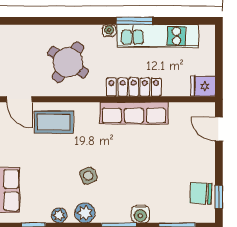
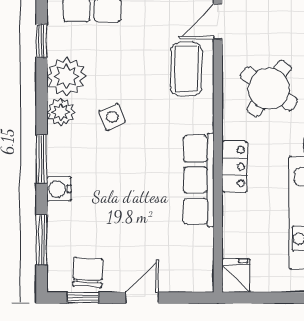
locker: (134, 87) -> (235, 166), width x0.66
door: (219, 129) -> (142, 298), moved
plant: (59, 215) -> (66, 76), width x1.88, depth x1.88

